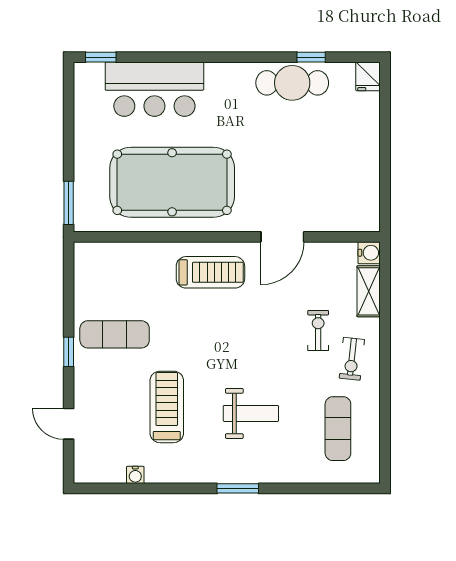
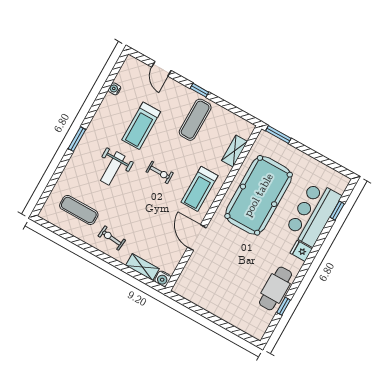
window: (101, 57) -> (337, 211), moved
fridge: (368, 76) -> (301, 251), moved
shelving: (128, 253) -> (234, 151), added
exercise bike: (318, 330) -> (160, 172), moved
treadmill: (167, 407) -> (141, 126), turned 90
door: (69, 424) -> (161, 69), swing flipped

